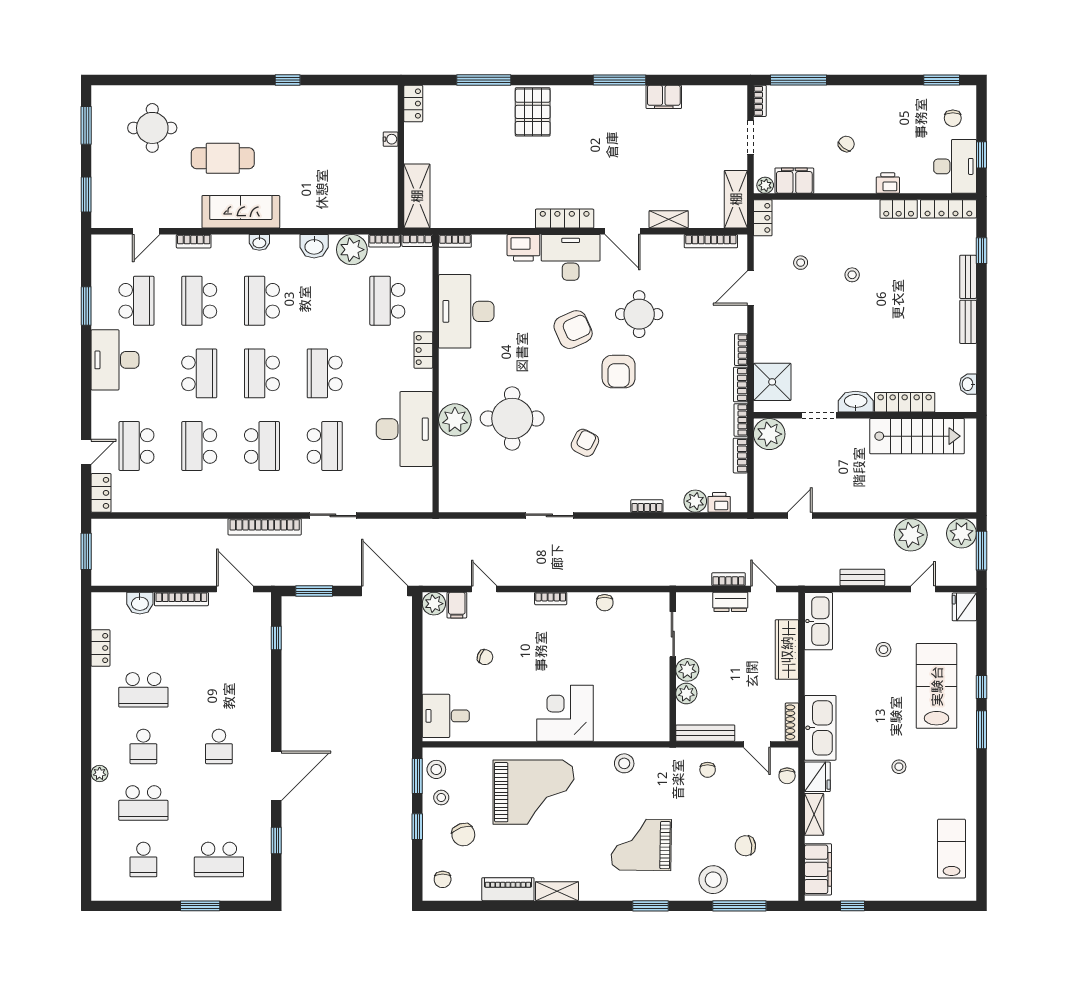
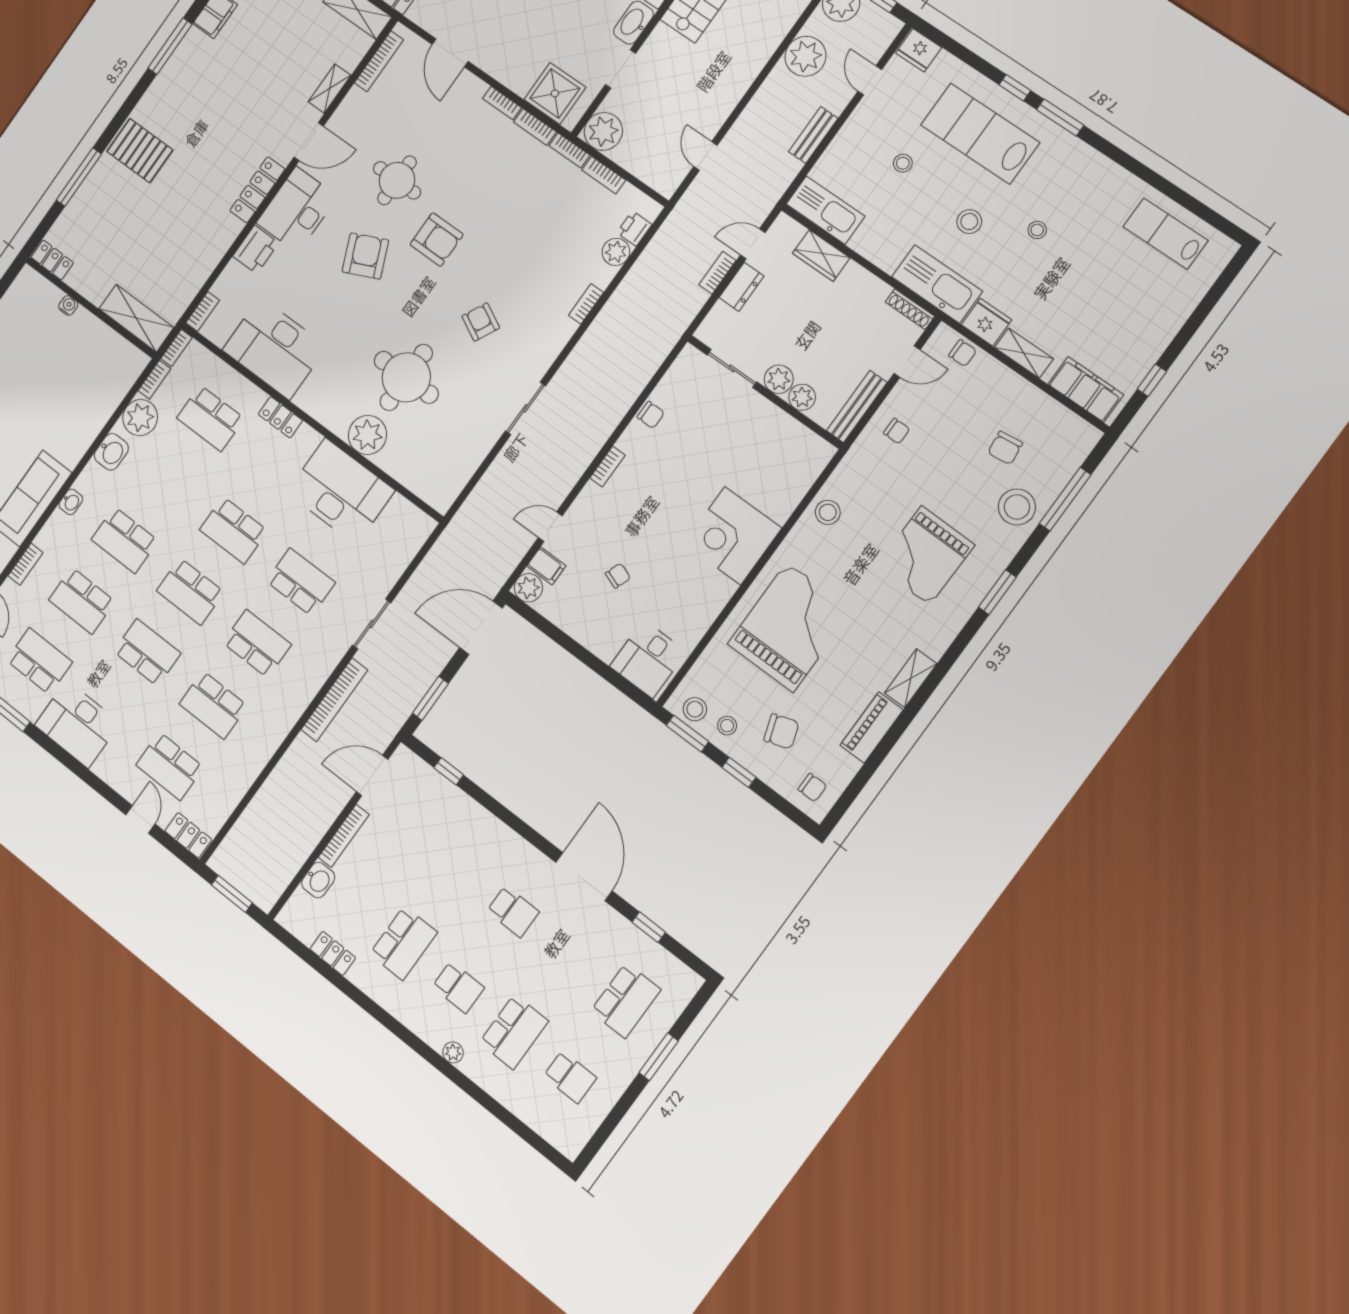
wardrobe: (787, 650) -> (821, 256), width x0.67
stool: (875, 720) -> (969, 222), added

